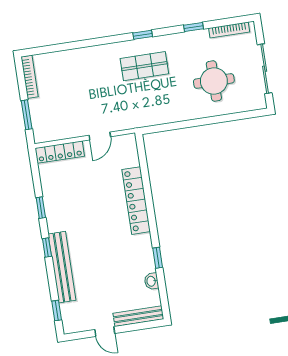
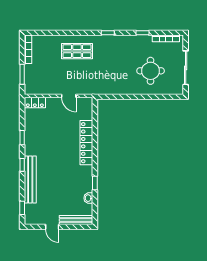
shop shelf: (144, 66) -> (77, 51), moved
door: (100, 136) -> (69, 96), hinge flipped
locker: (60, 152) -> (35, 103), width x0.66

